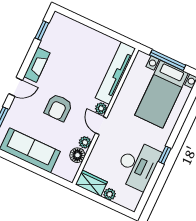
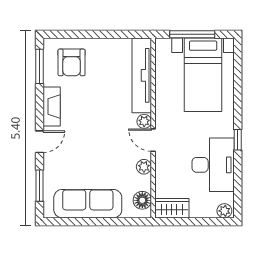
window: (42, 31) -> (40, 66), width x1.50
armchair: (58, 108) -> (72, 62), moved
floor lamp: (77, 155) -> (142, 200), moved
plant: (110, 194) -> (224, 211), moved

